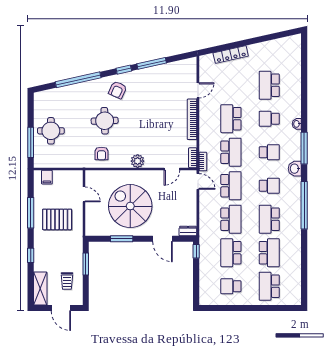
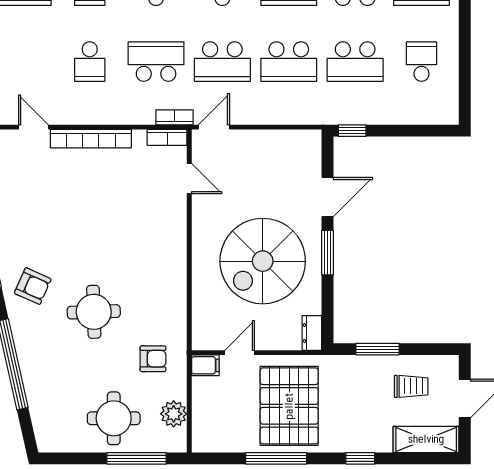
school desk: (231, 119) -> (90, 62), width x0.54
armchair: (101, 154) -> (153, 359), moved
plant: (138, 161) -> (174, 414), moved
filing cabinet: (47, 177) -> (205, 365), moved
school desk: (231, 186) -> (222, 62), turned 180
pallet: (57, 219) -> (289, 406), width x1.37, depth x1.41
school desk: (231, 219) -> (289, 62), turned 180
dresser: (188, 231) -> (312, 333), moved
window: (122, 239) -> (328, 253), moved
school desk: (231, 286) -> (421, 62), turned 180

